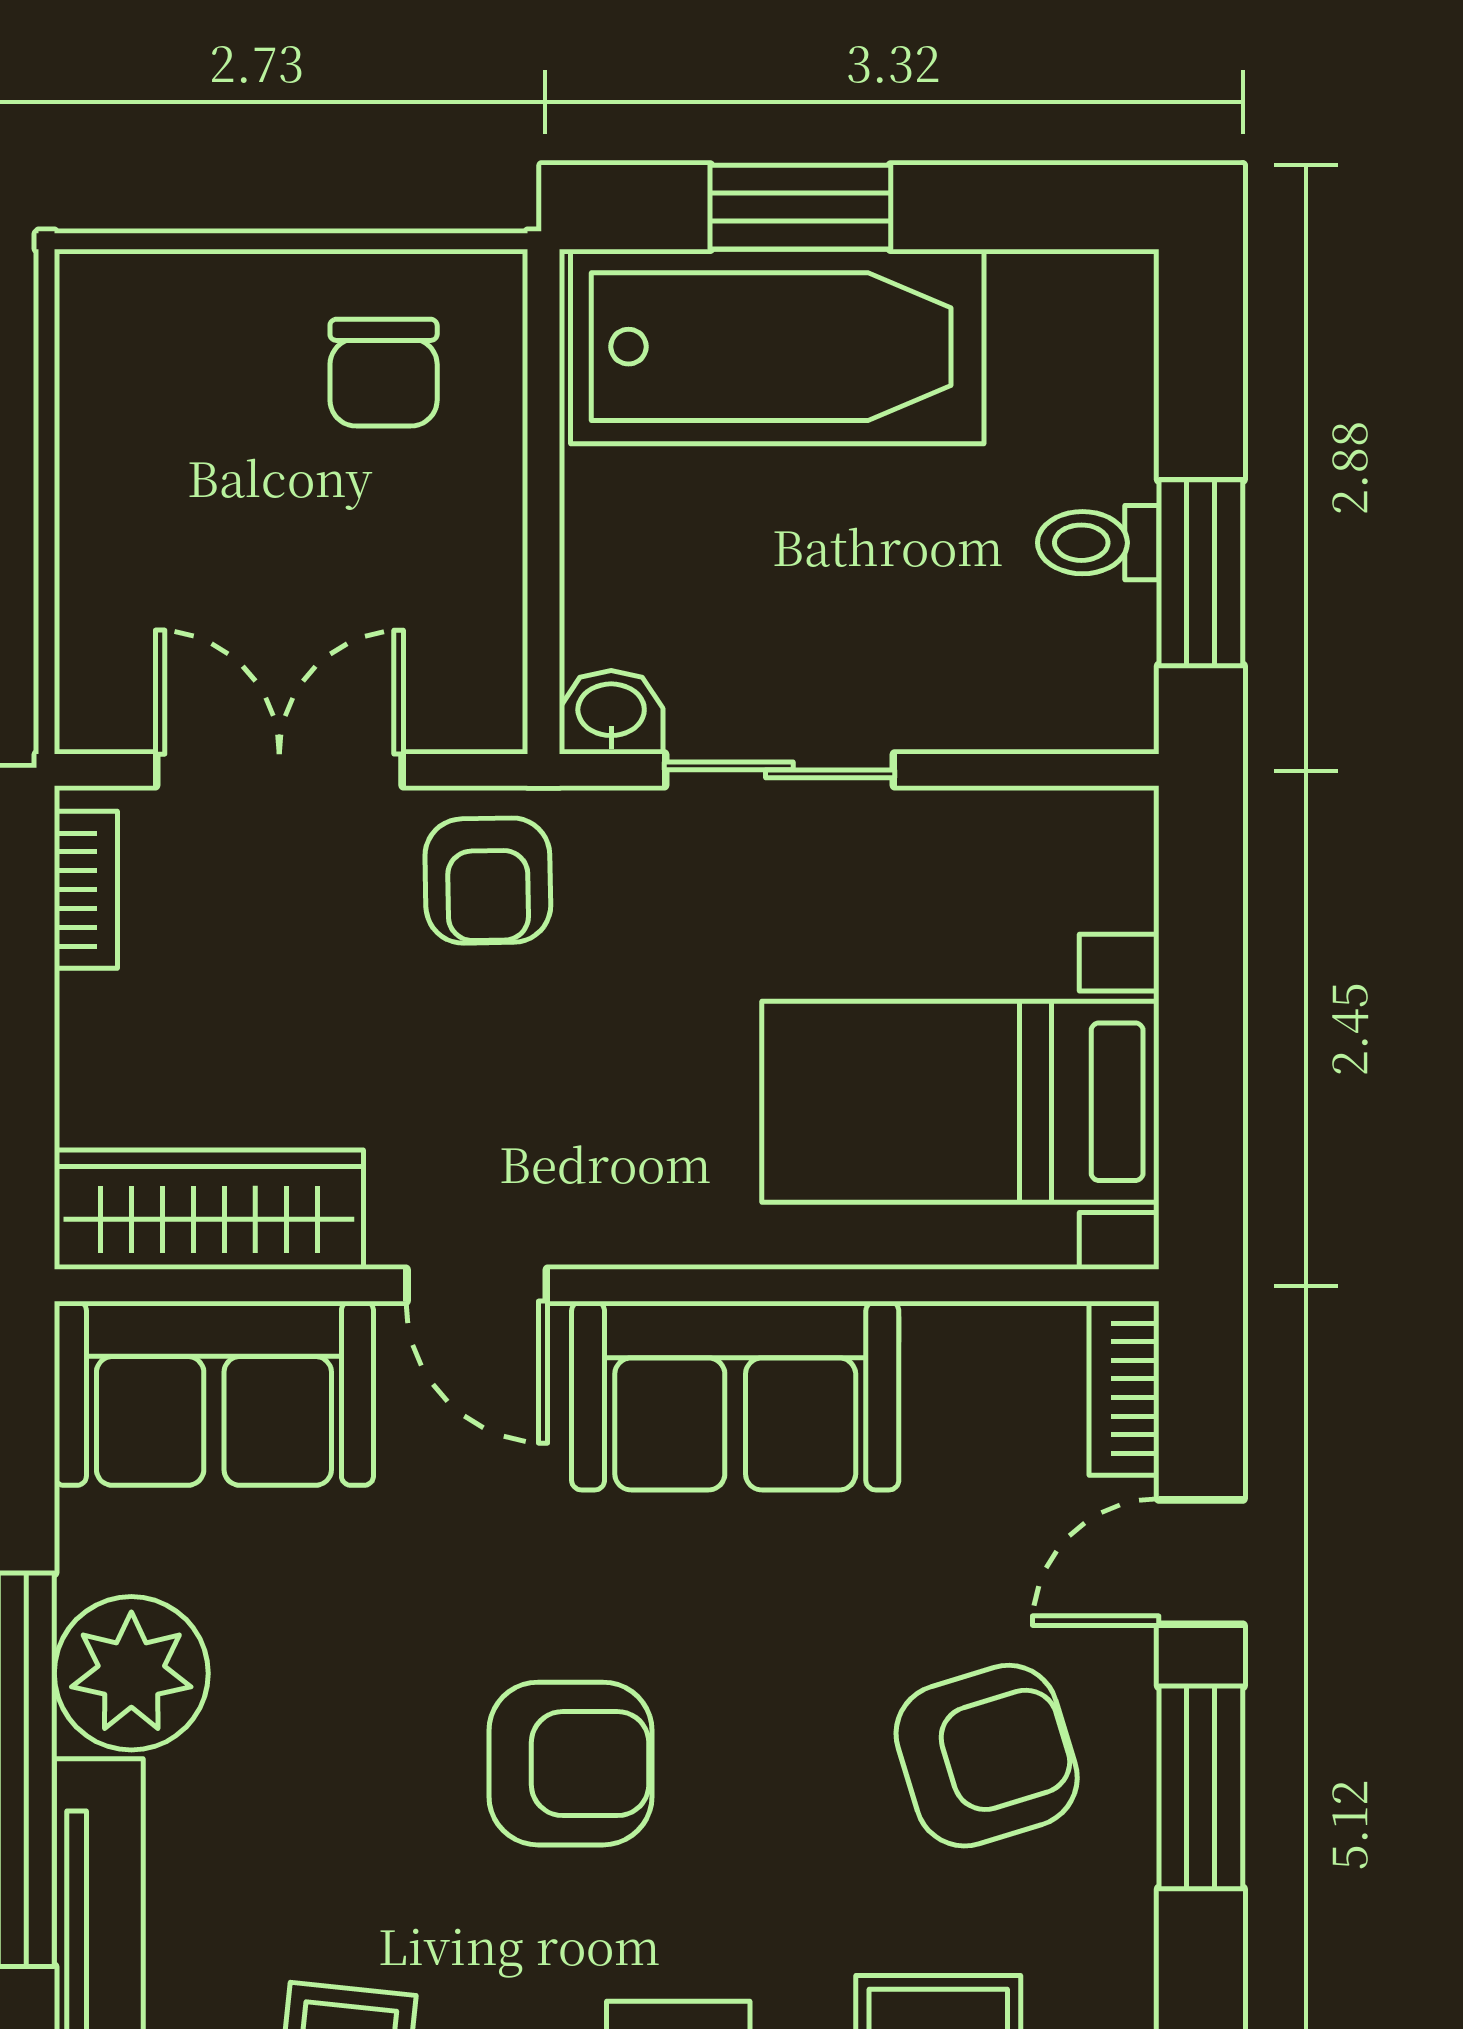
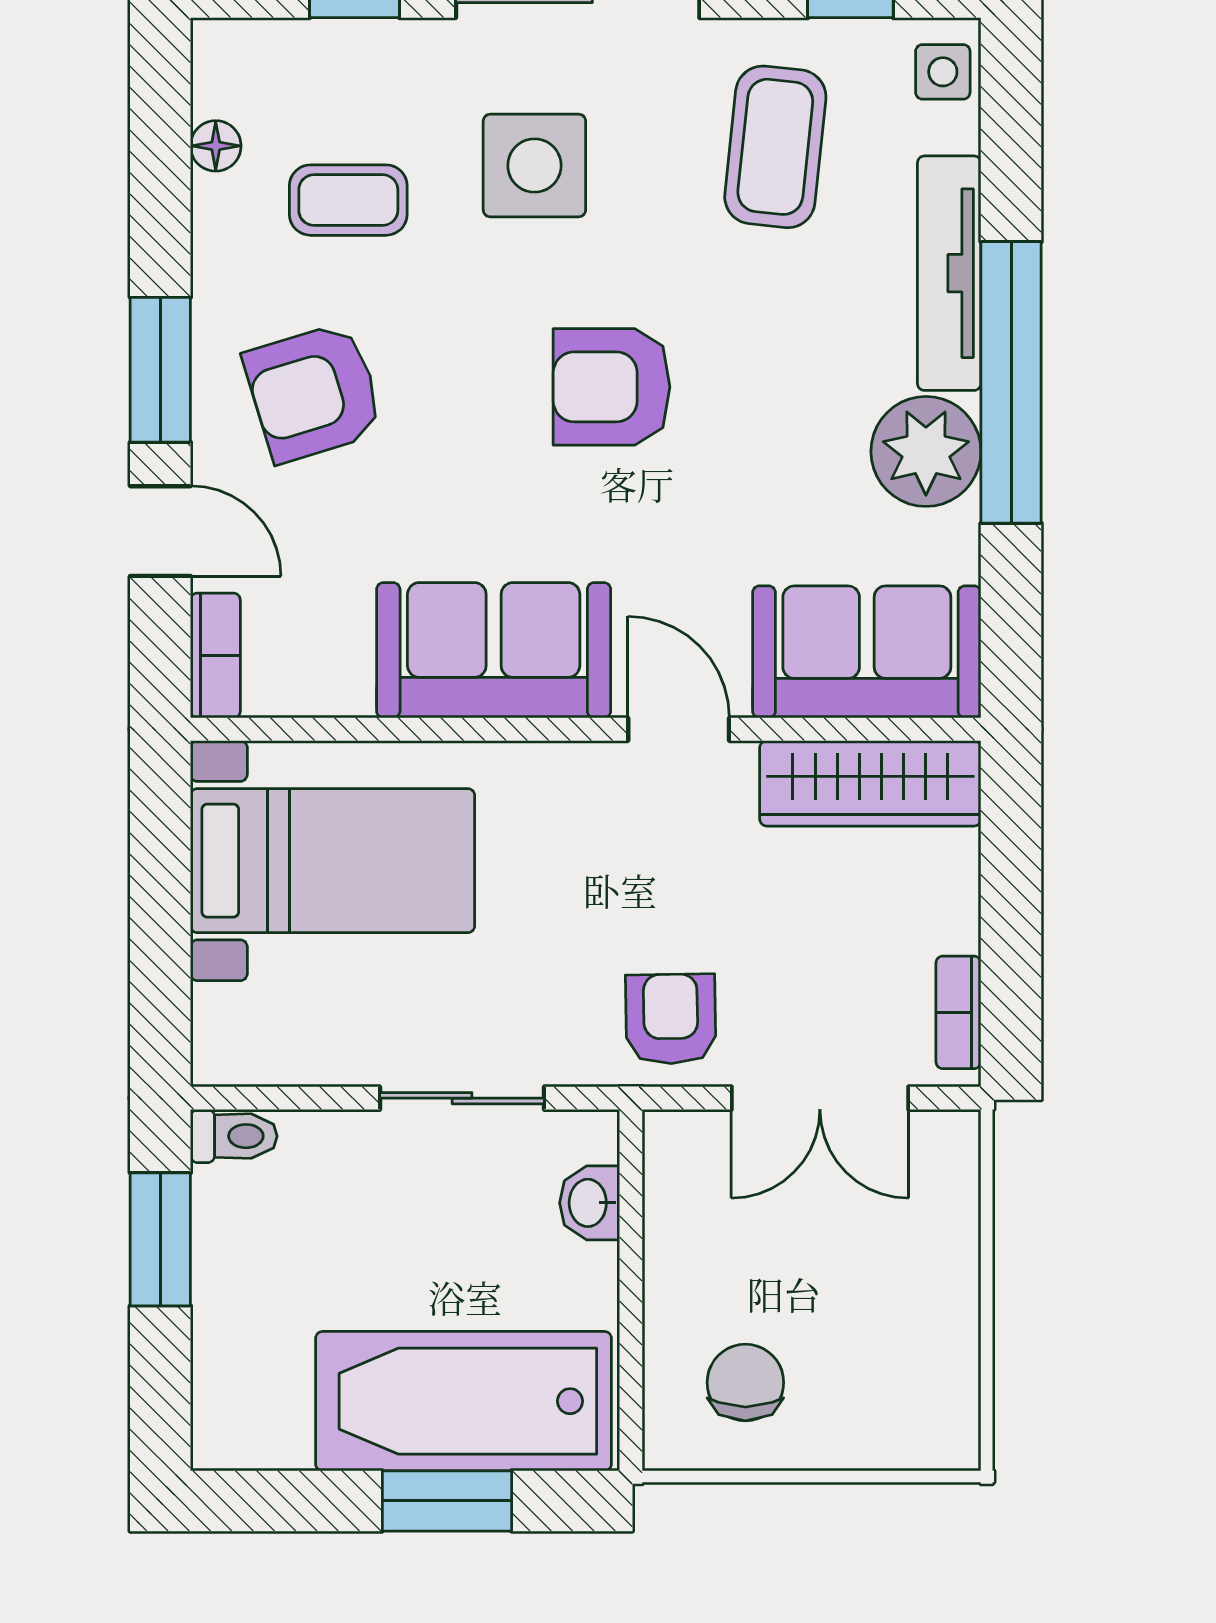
toilet: (1098, 543) -> (234, 1136), moved
washbasin: (611, 712) -> (590, 1203), moved, turned 90
door: (1201, 1562) -> (160, 531), hinge flipped

